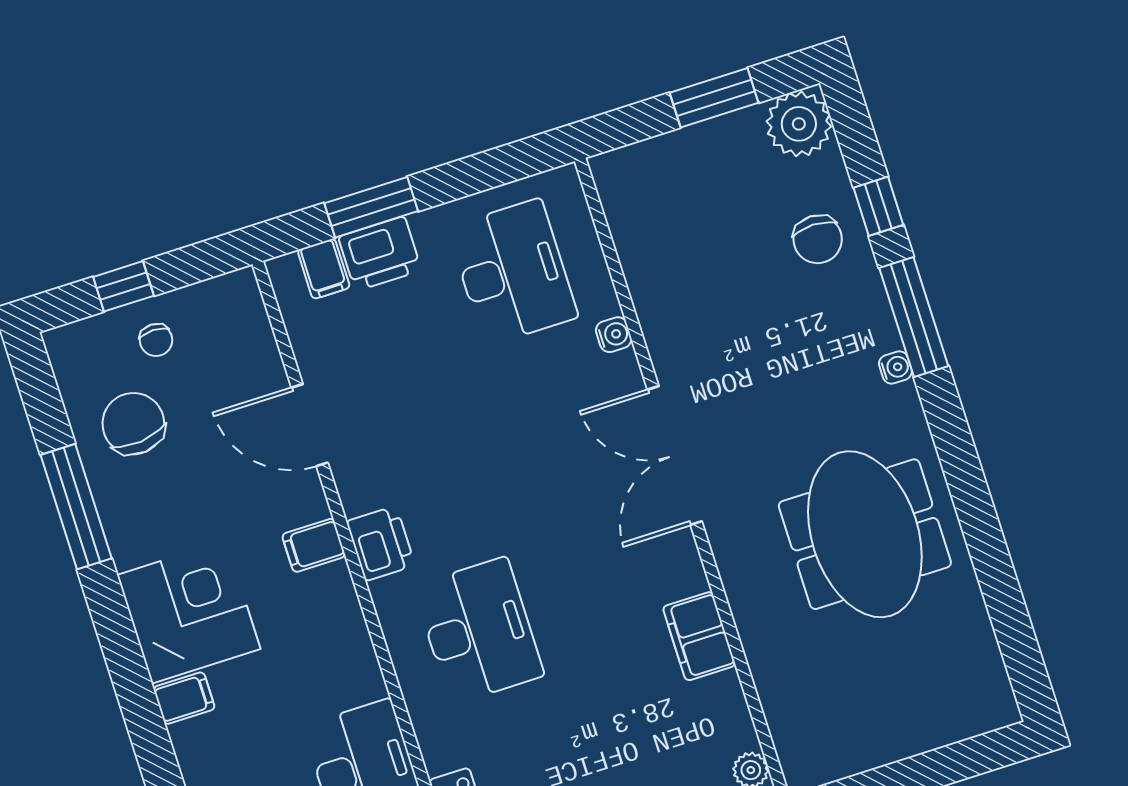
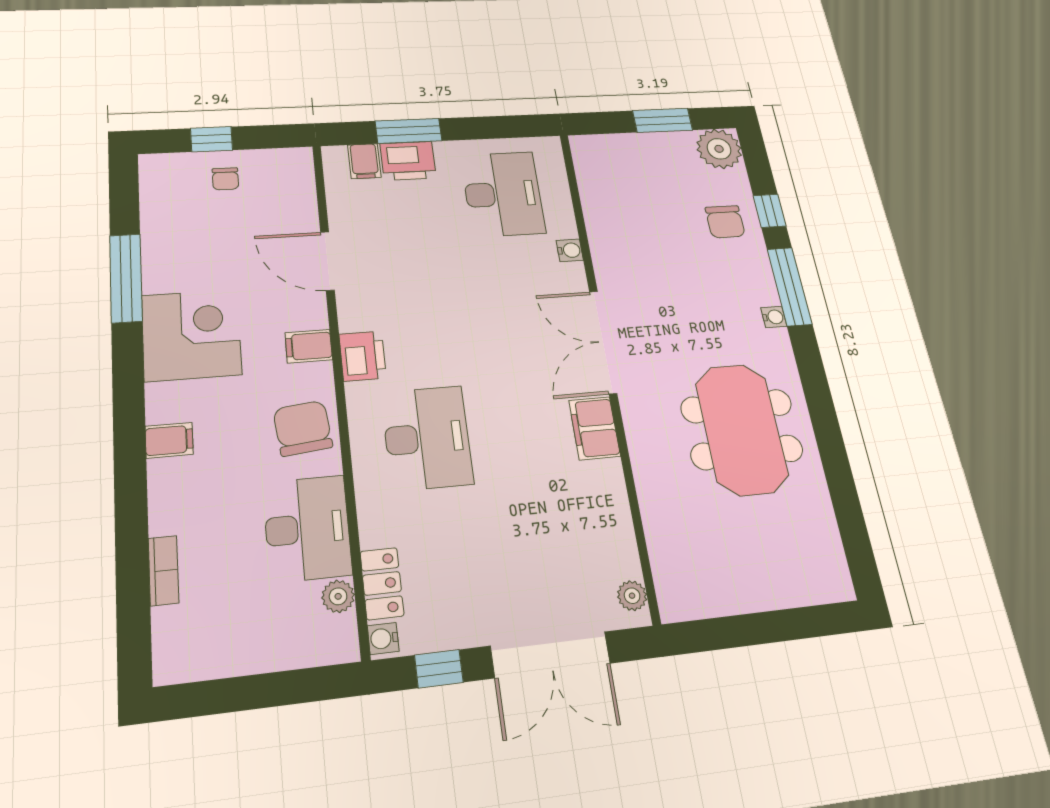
chair: (133, 424) -> (303, 428), moved
corner desk: (189, 612) -> (191, 335), moved
filing cabinet: (699, 636) -> (595, 428), moved

